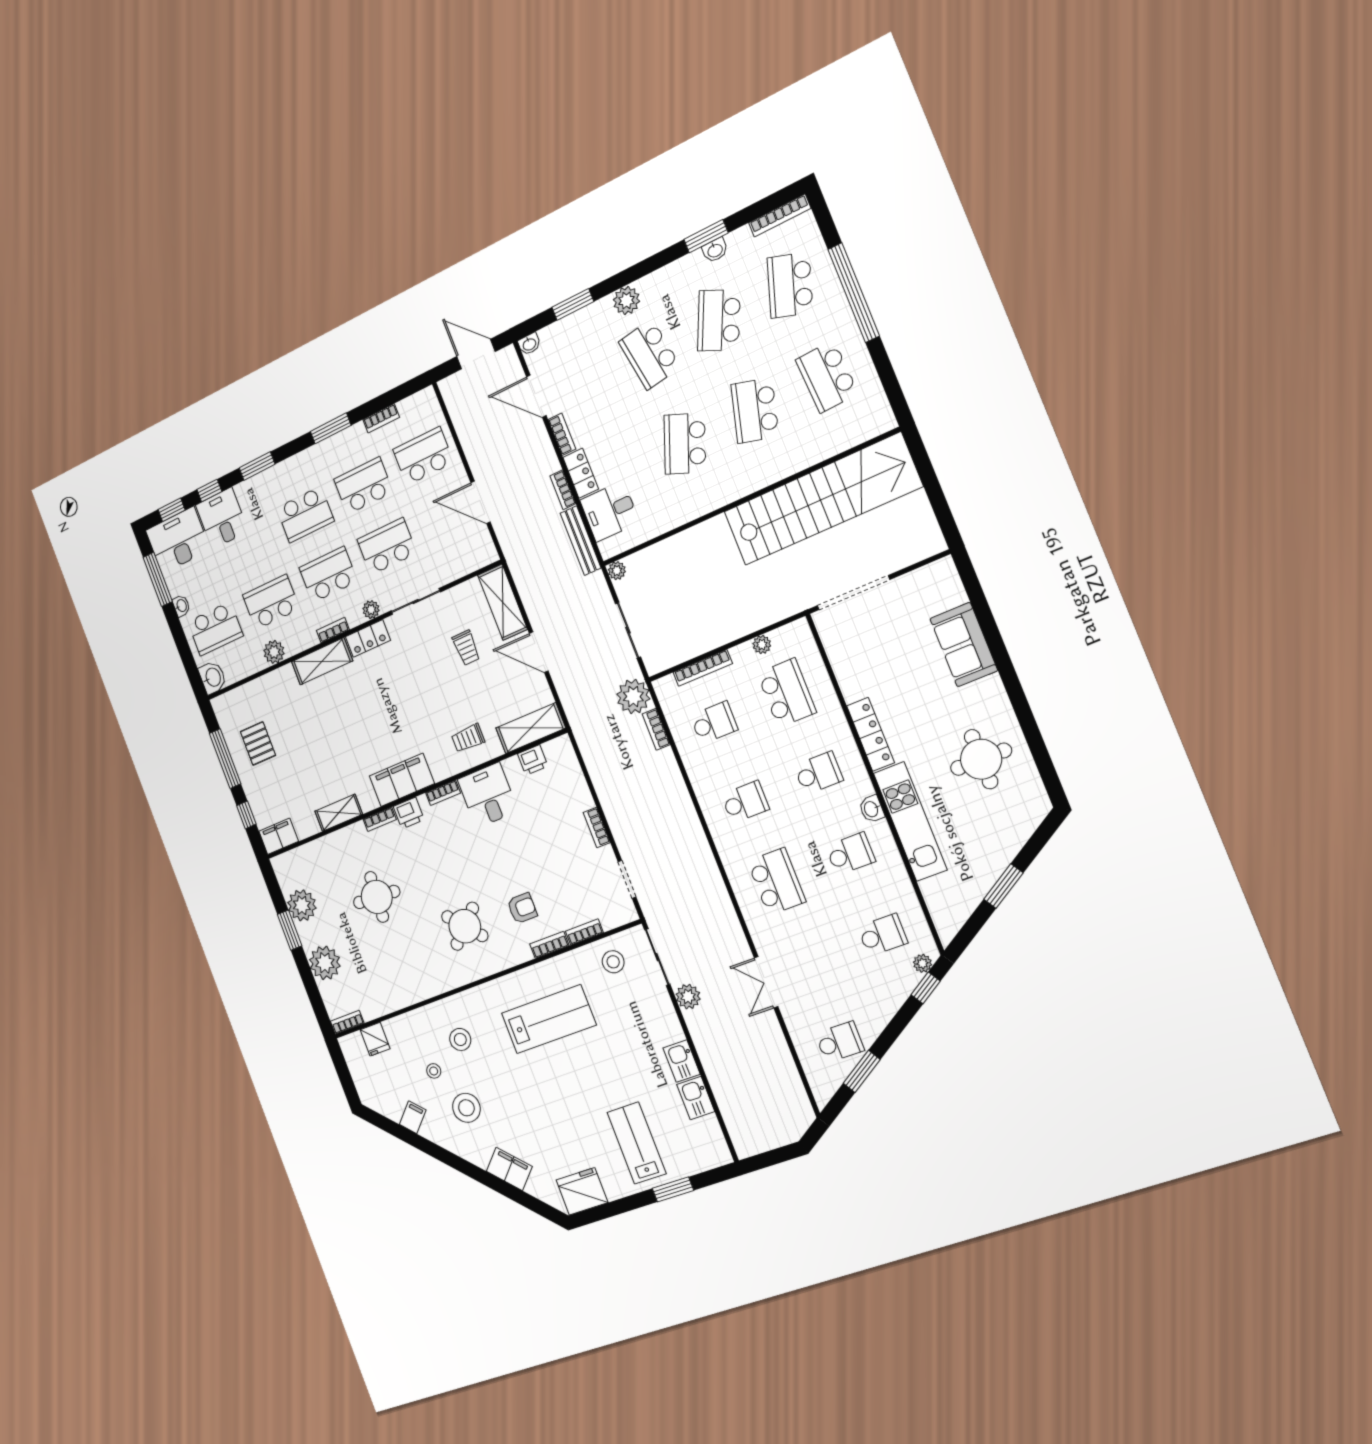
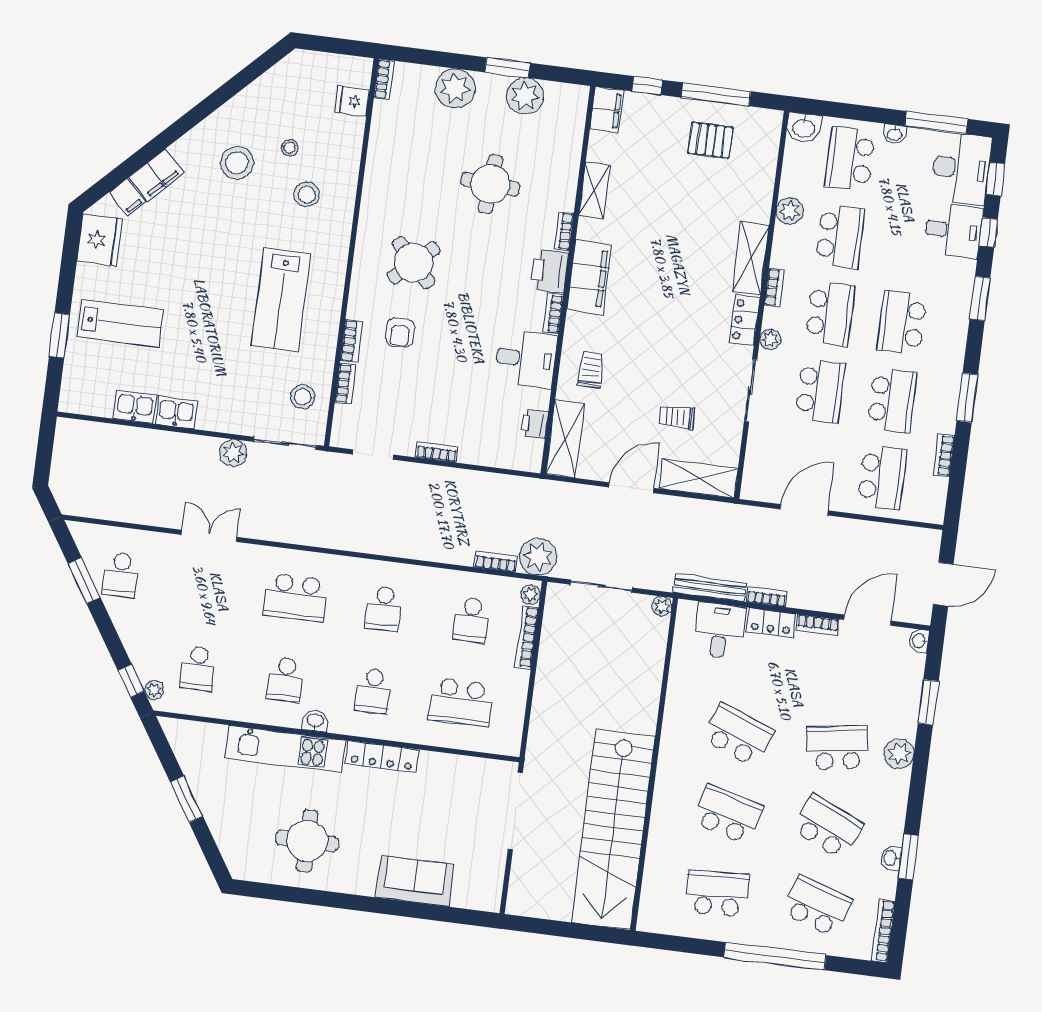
plant: (762, 645) -> (531, 595), moved
printer: (409, 813) -> (550, 271), width x1.36, depth x1.24
filing cabinet: (413, 1117) -> (127, 197), moved

